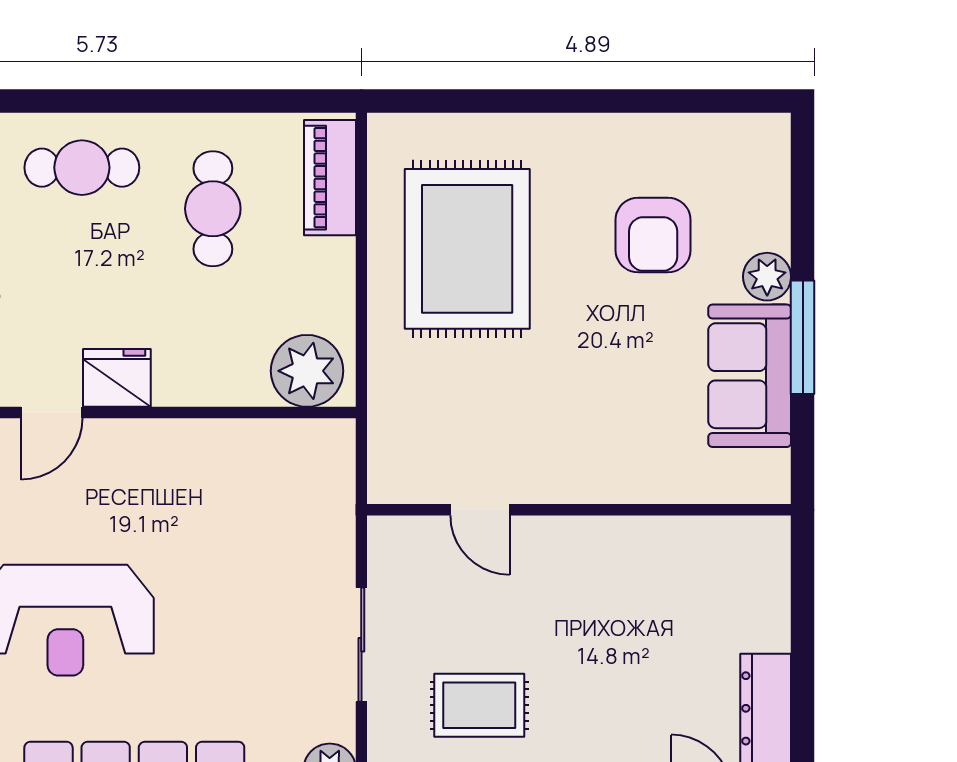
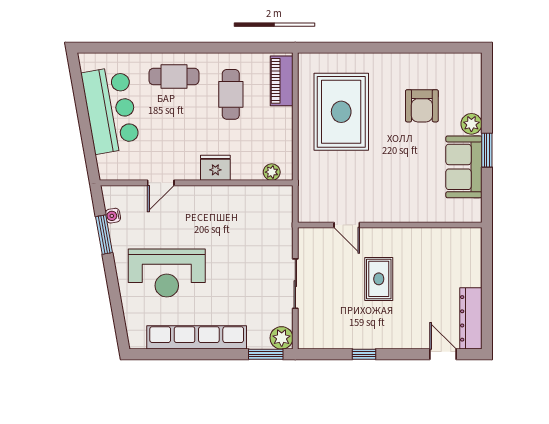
window: (803, 337) -> (487, 150), width x0.69
plant: (307, 371) -> (272, 172), width x0.53, depth x0.53
fridge: (117, 378) -> (215, 168), moved
rug: (479, 705) -> (379, 279), moved, turned 90

